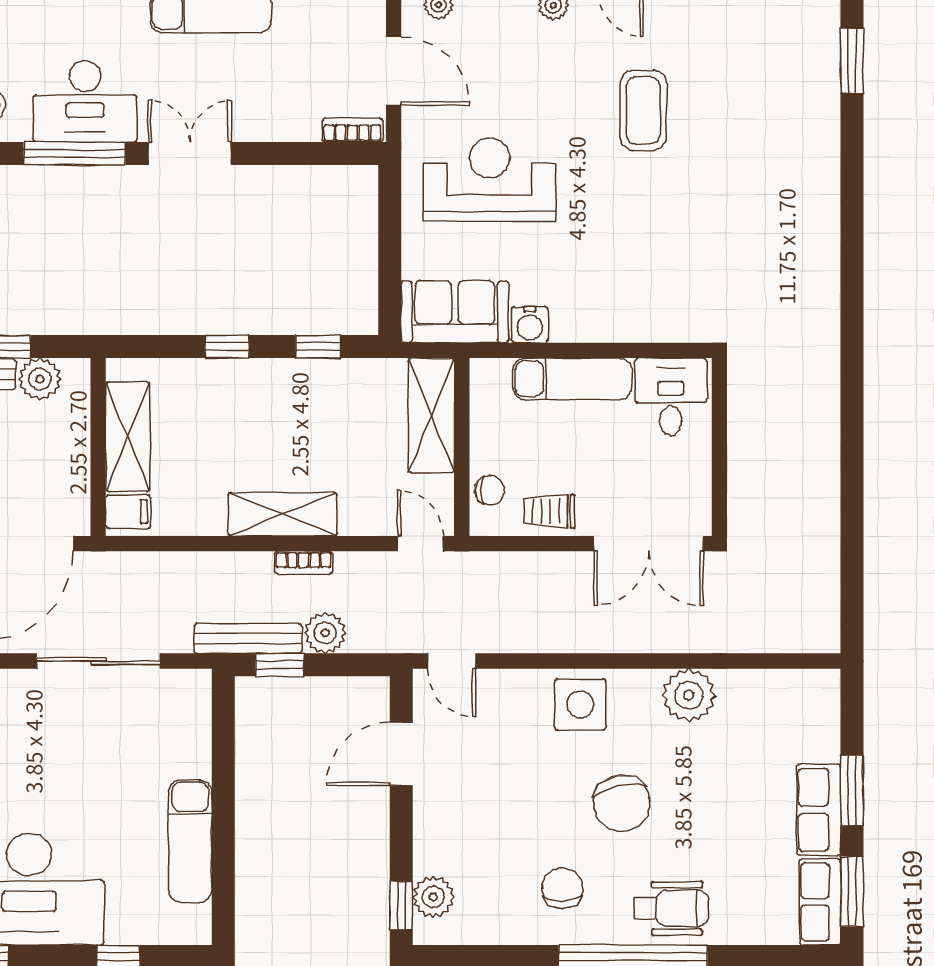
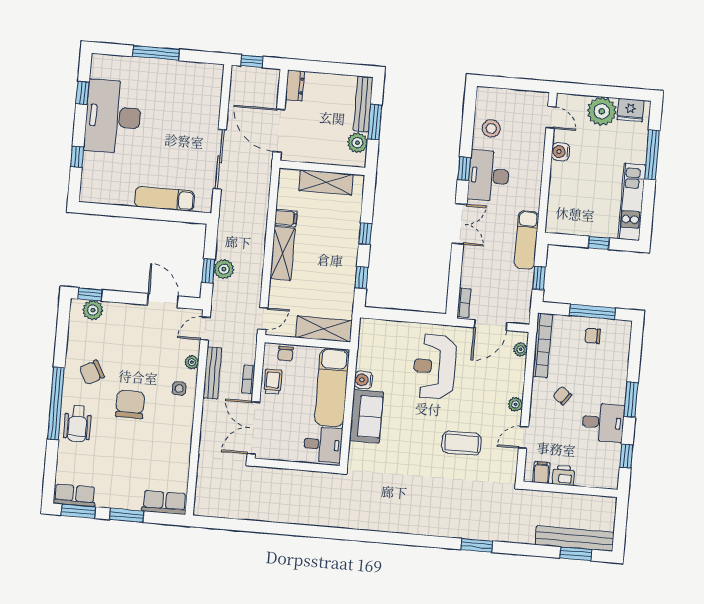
window: (75, 153) -> (464, 169), width x0.46
reception desk: (490, 180) -> (434, 367), turned 180
sofa: (455, 312) -> (366, 416), moved
exam couch: (572, 379) -> (332, 387), width x1.36, depth x1.45
filing cabinet: (128, 512) -> (286, 218), moved, turned -90
bookcase: (304, 563) -> (248, 379), moved
bench: (248, 638) -> (212, 373), moved
window: (280, 665) -> (208, 271), moved
plant: (689, 695) -> (192, 362), moved, width x0.53, depth x0.53
side table: (580, 704) -> (179, 389), width x0.54, depth x0.54
chair: (622, 803) -> (130, 404), turned 101
row of seats: (819, 810) -> (164, 502), moved
exam couch: (190, 841) -> (165, 199), moved
chair: (563, 888) -> (92, 372), turned 150

